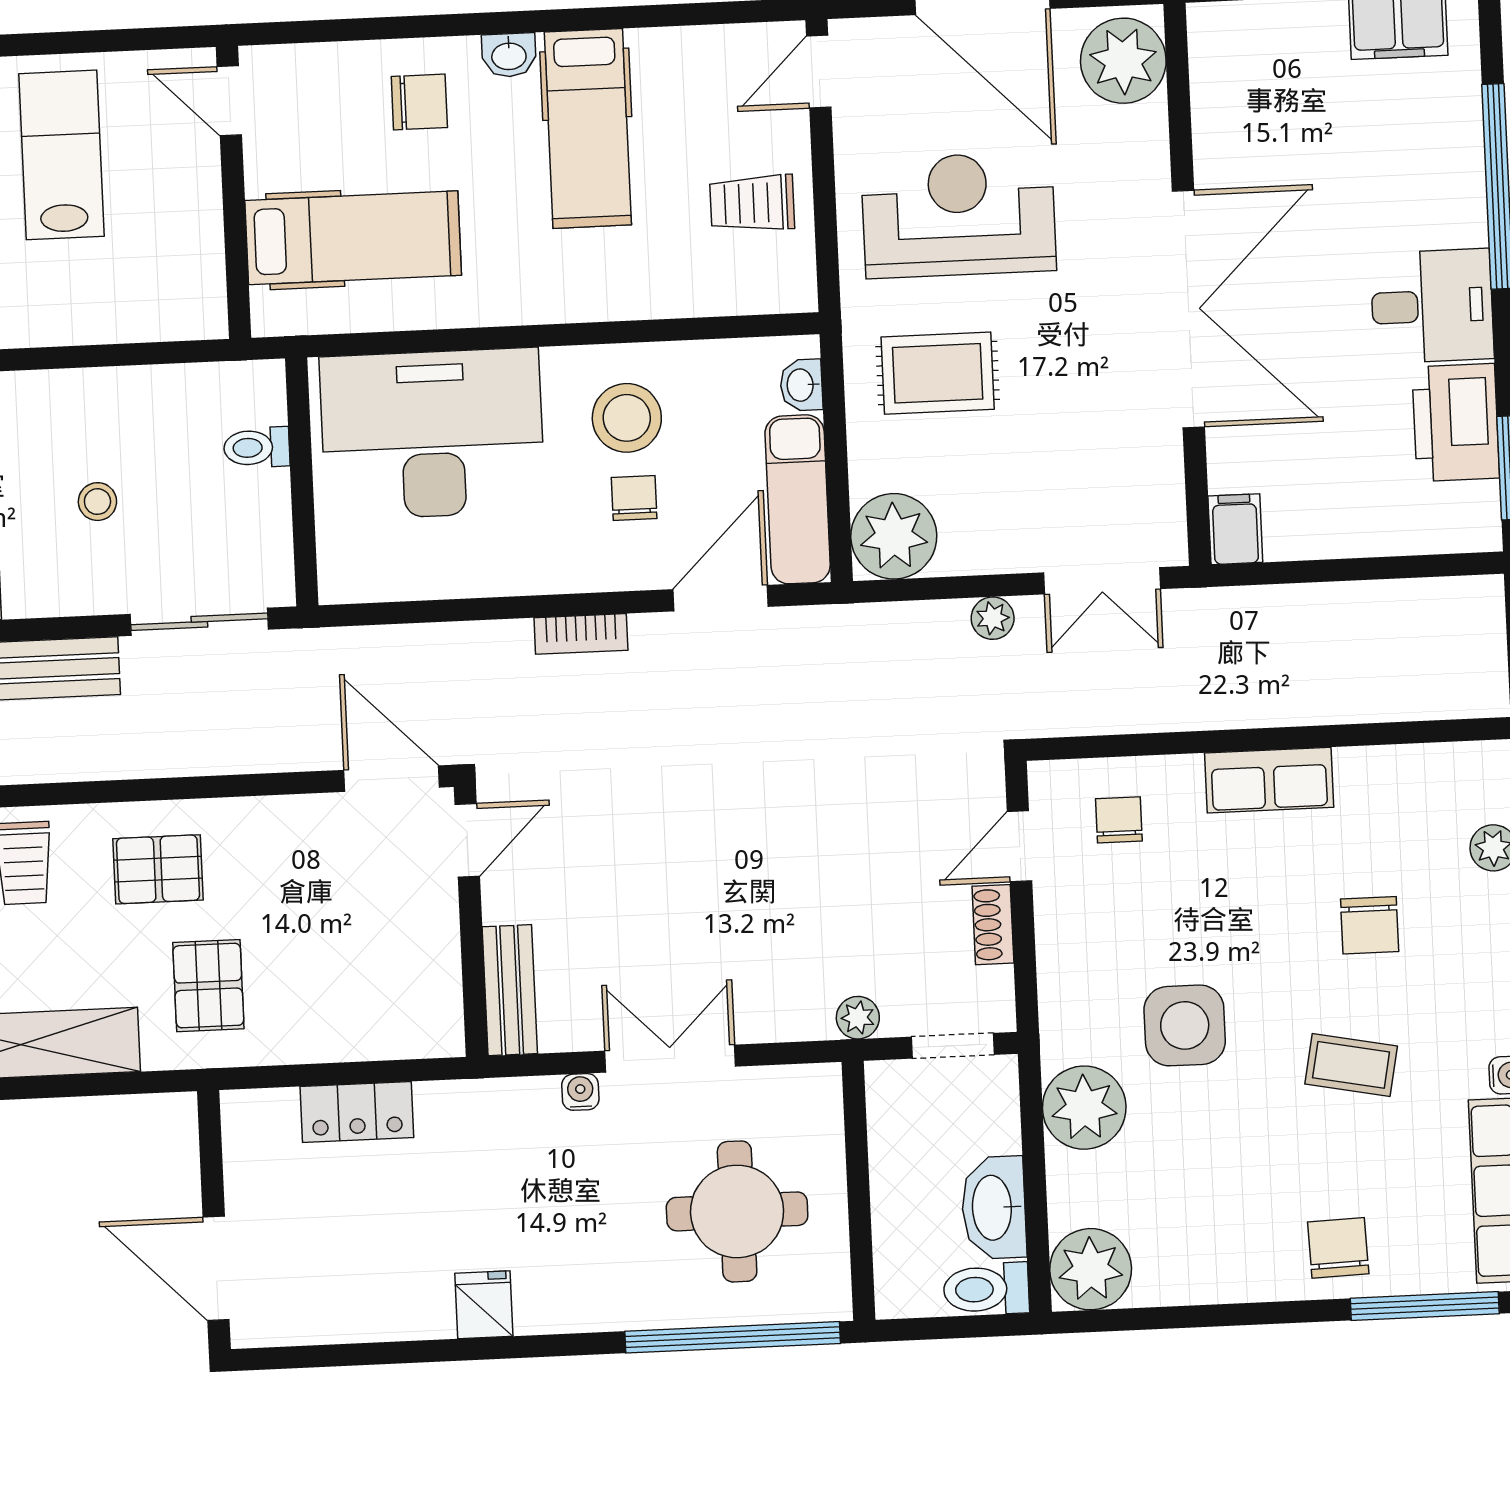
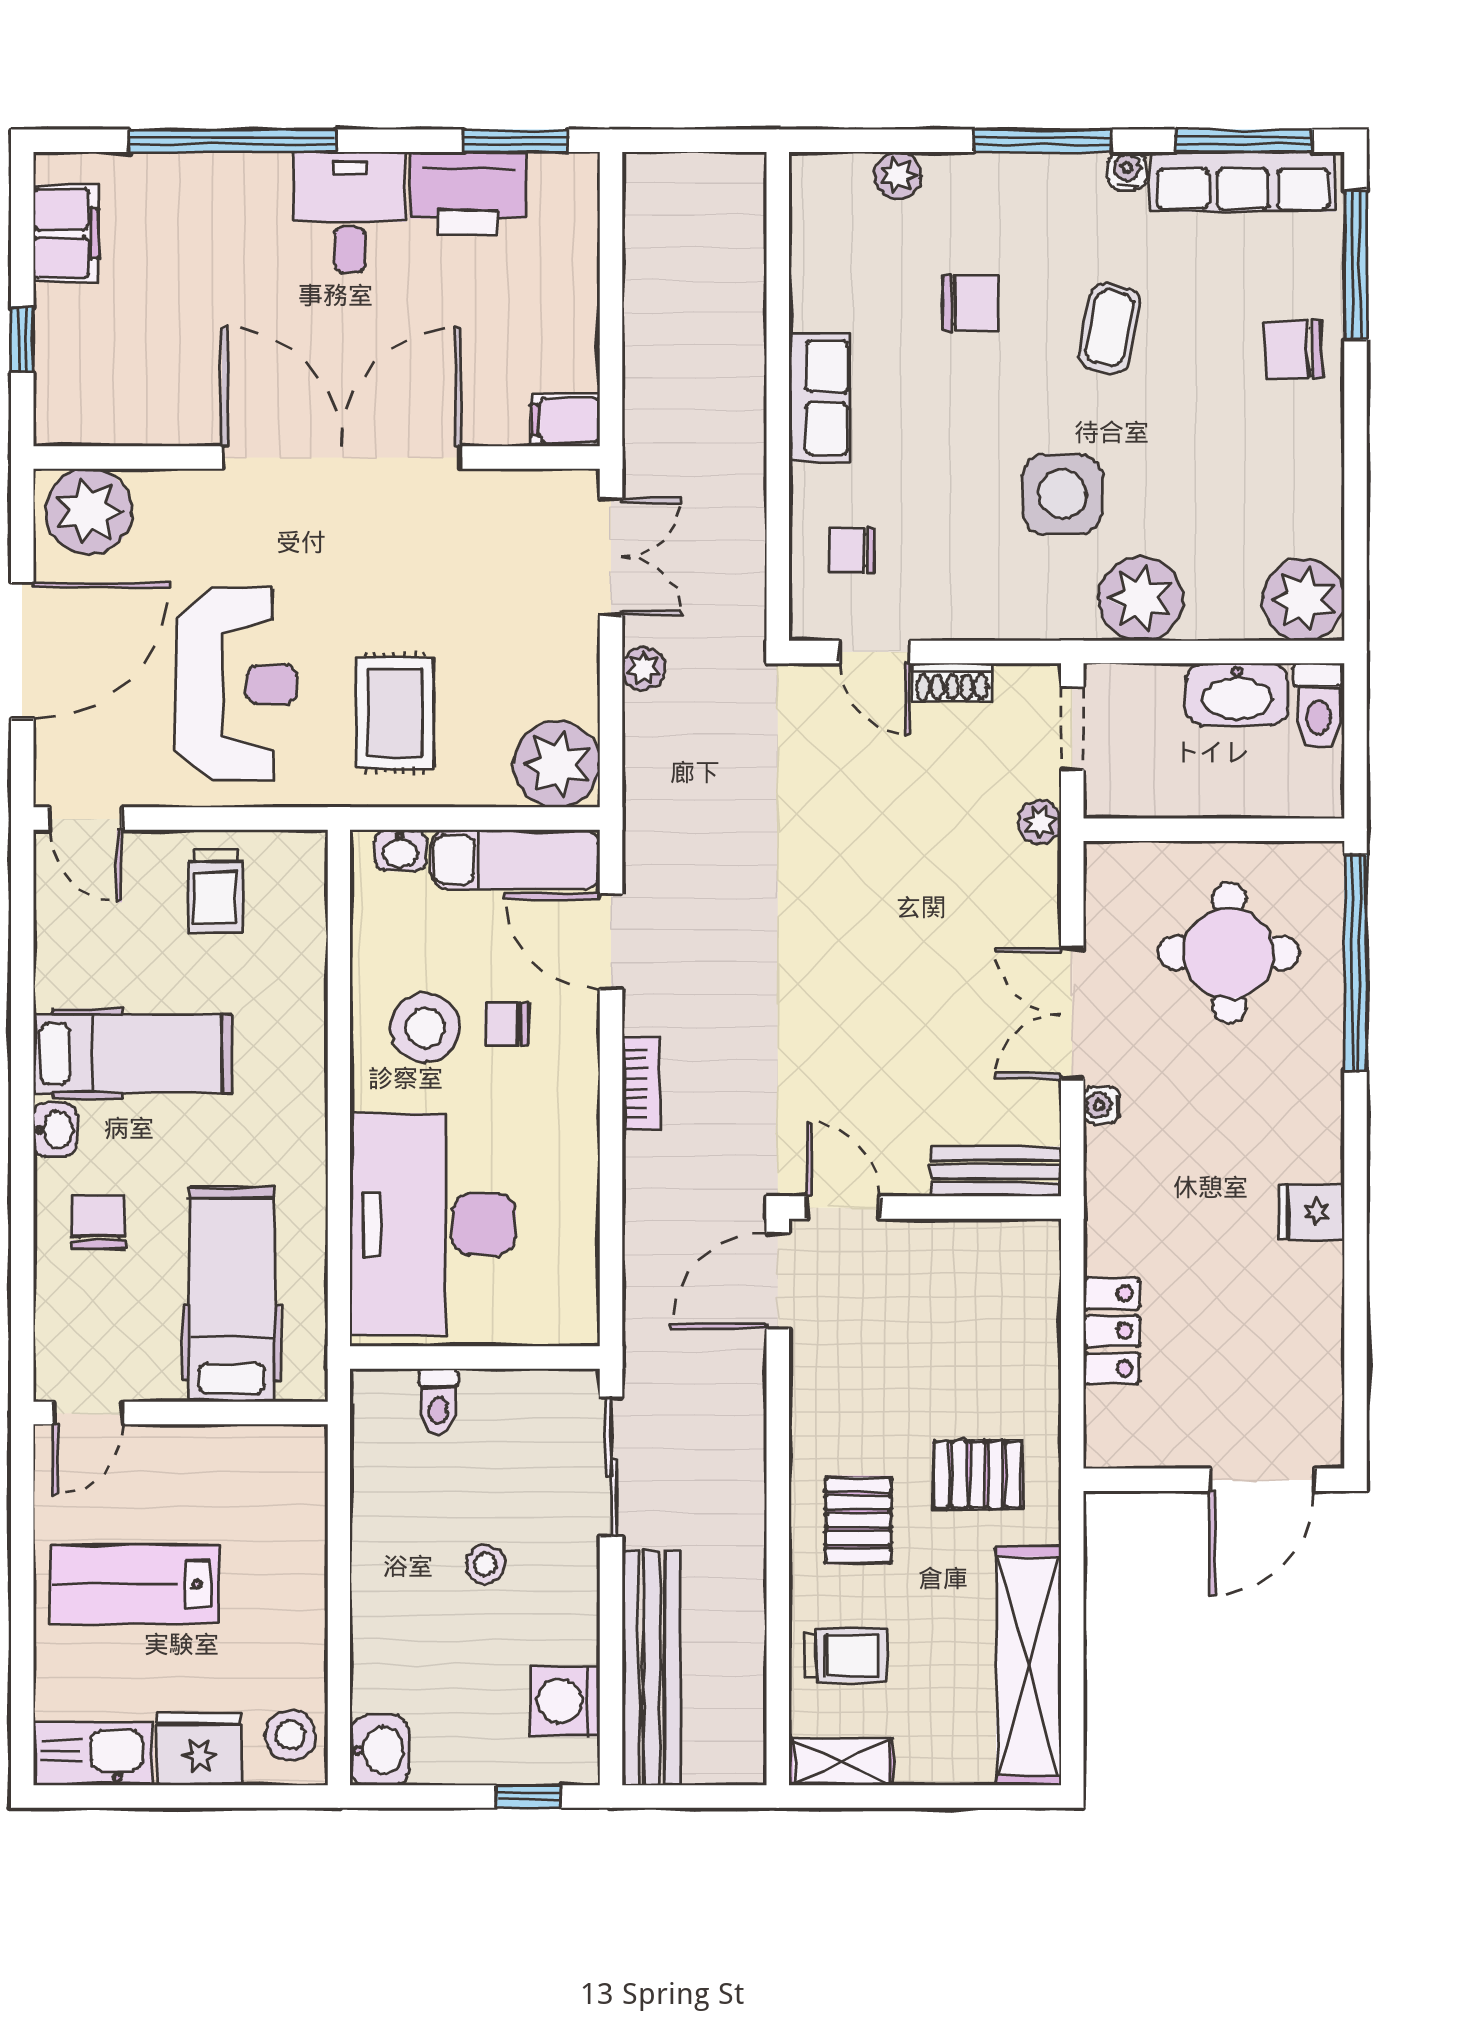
reception desk: (959, 215) -> (236, 684), turned 180

